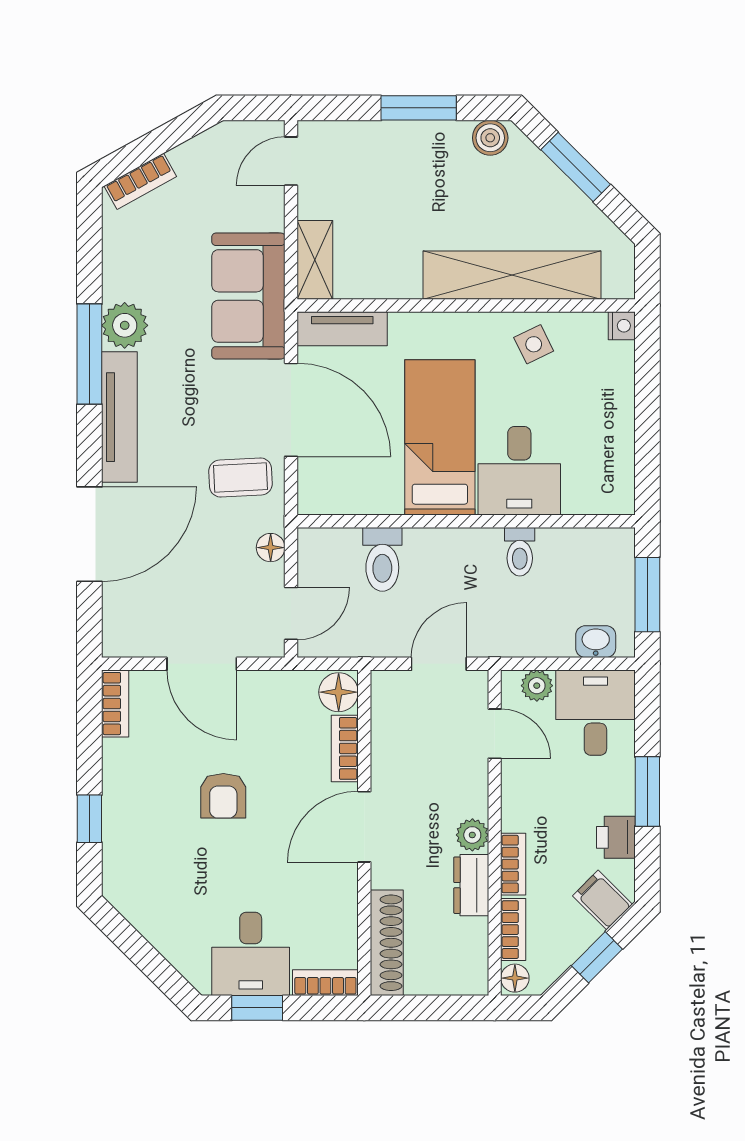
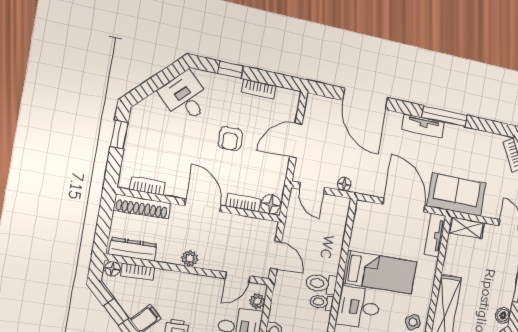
plant: (125, 325) -> (454, 135), removed
door: (291, 410) -> (404, 205), swing flipped
tv unit: (119, 417) -> (423, 126), width x0.71
coffee table: (241, 477) -> (378, 176), removed
toilet: (382, 559) -> (321, 284), moved
bookcase: (115, 704) -> (259, 89), moved
armchair: (223, 796) -> (230, 138), turned -90
bookcase: (513, 864) -> (171, 277), removed
dresser: (471, 885) -> (133, 249), moved, width x1.44
desk: (251, 954) -> (185, 97), moved, turned 45
bookcase: (325, 983) -> (147, 186), moved, turned -90

